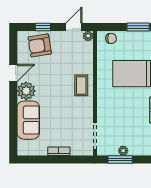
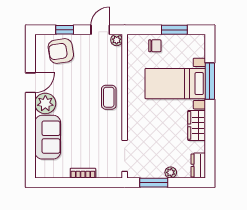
chair: (111, 38) -> (155, 46), moved
plant: (123, 151) -> (171, 172), moved

